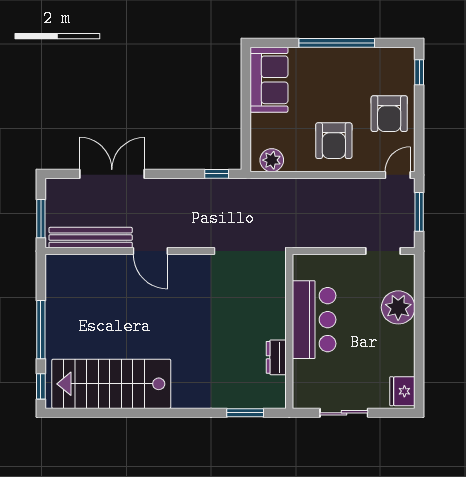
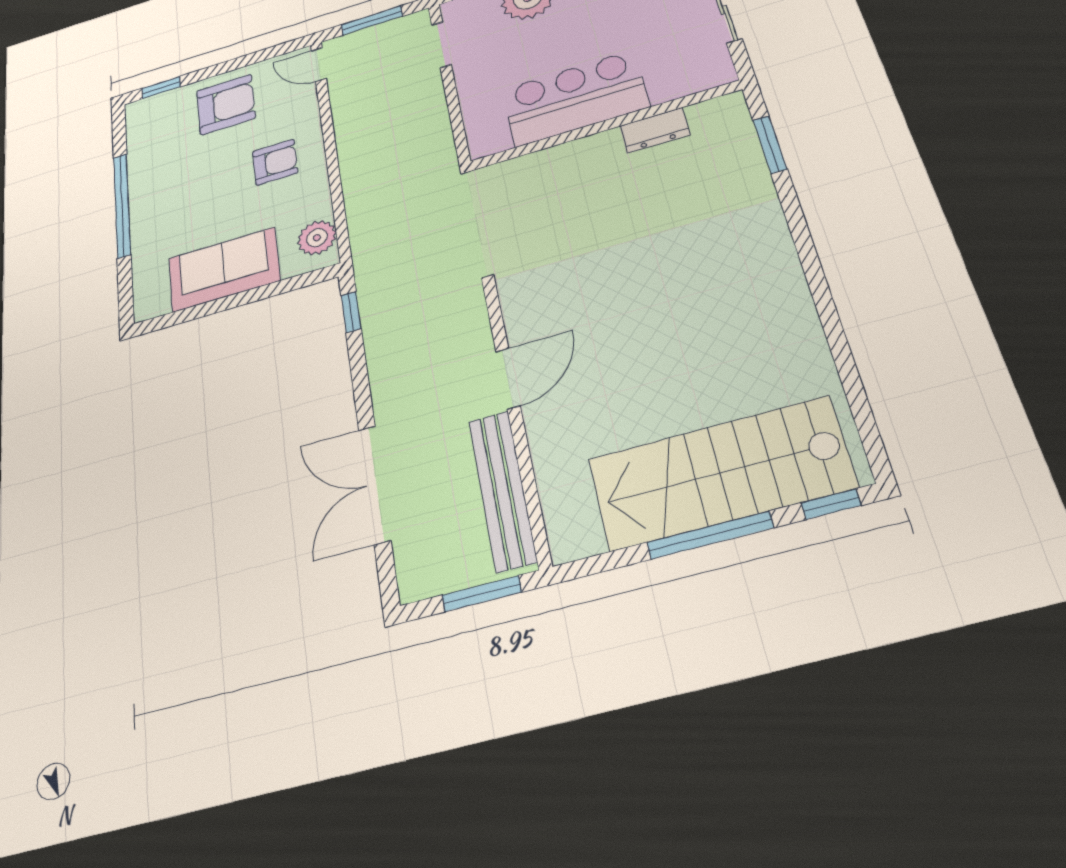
sofa: (269, 80) -> (224, 269), moved
armchair: (334, 141) -> (275, 162), width x0.72, depth x0.72
stairs: (111, 384) -> (720, 473), moved, turned 90

